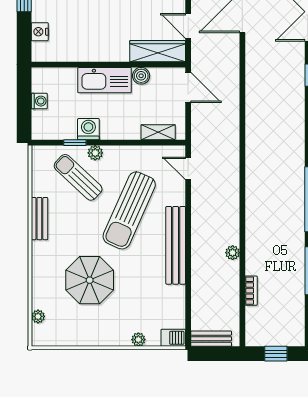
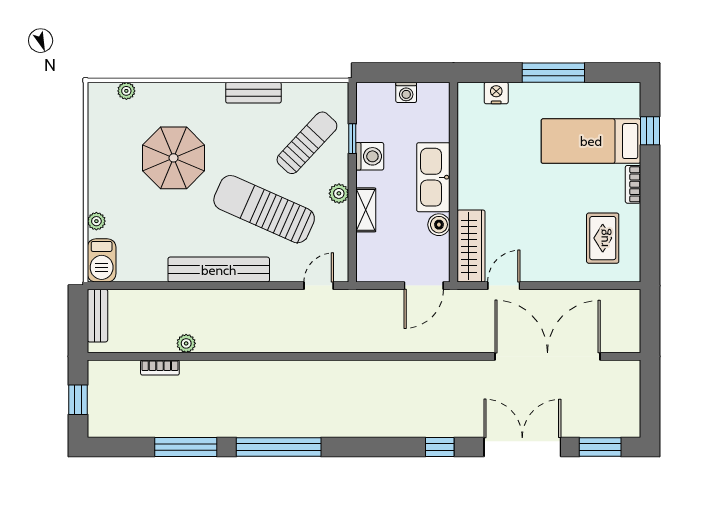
shelving: (158, 132) -> (366, 210), moved
plant: (95, 153) -> (339, 193), moved
plant: (233, 253) -> (186, 343), moved
barbecue: (173, 338) -> (102, 260), width x1.38, depth x1.27

